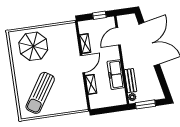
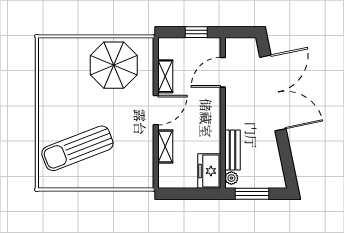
parasol: (33, 46) -> (114, 65), moved
freezer: (116, 75) -> (209, 171), moved, width x0.71
sun lounger: (40, 93) -> (77, 148), turned 36

